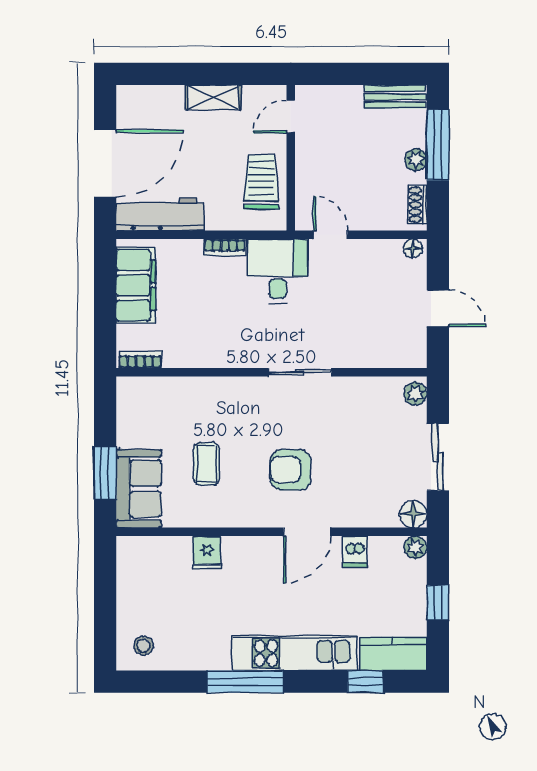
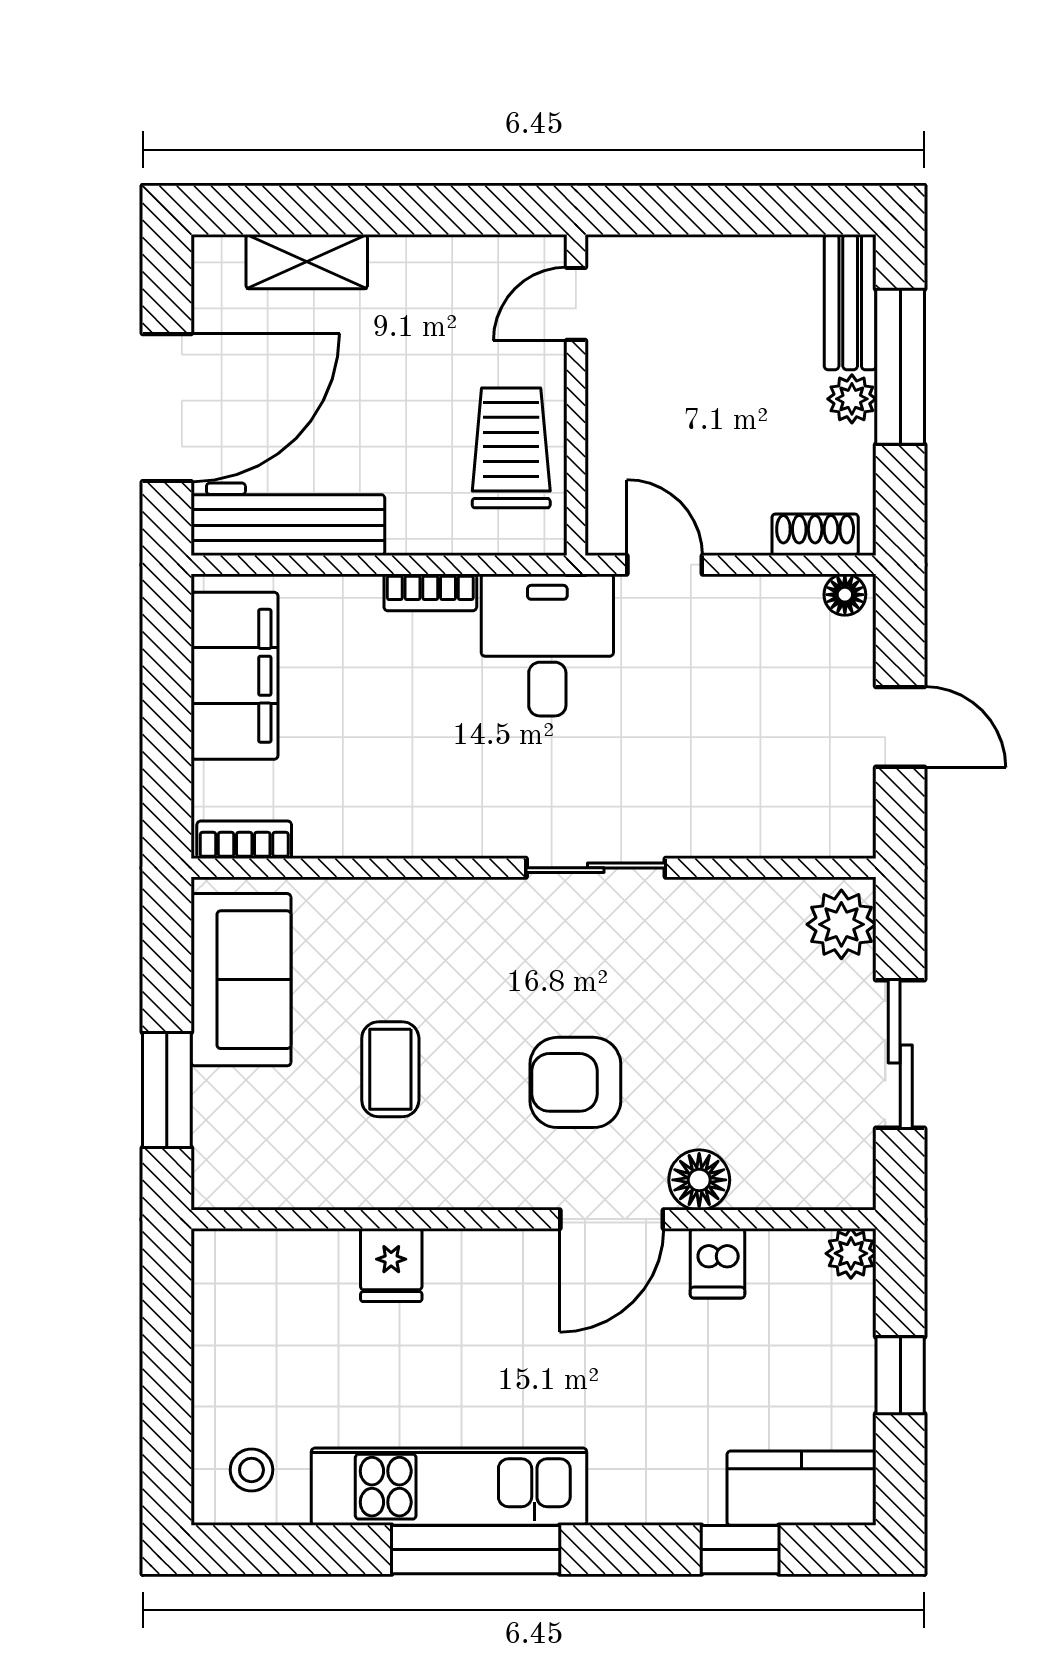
shelving: (213, 97) -> (307, 262), moved
bench: (395, 97) -> (850, 302), moved, turned 90
shoe rack: (417, 205) -> (815, 535), moved, turned 90
plant: (415, 394) -> (841, 924), width x1.38, depth x1.38
sofa: (139, 489) -> (241, 980), moved
floor lamp: (413, 514) -> (699, 1180), moved
kitchen unit: (295, 653) -> (449, 1487), moved

